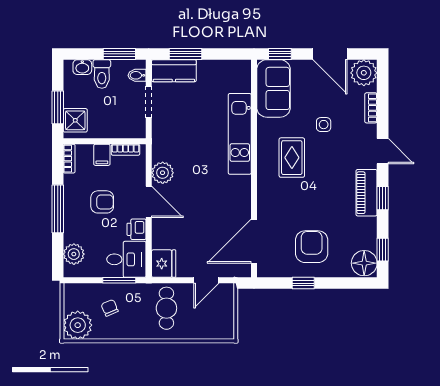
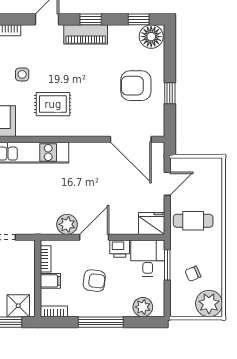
armchair: (102, 202) -> (94, 281), turned 97
door: (206, 280) -> (167, 184), hinge flipped

